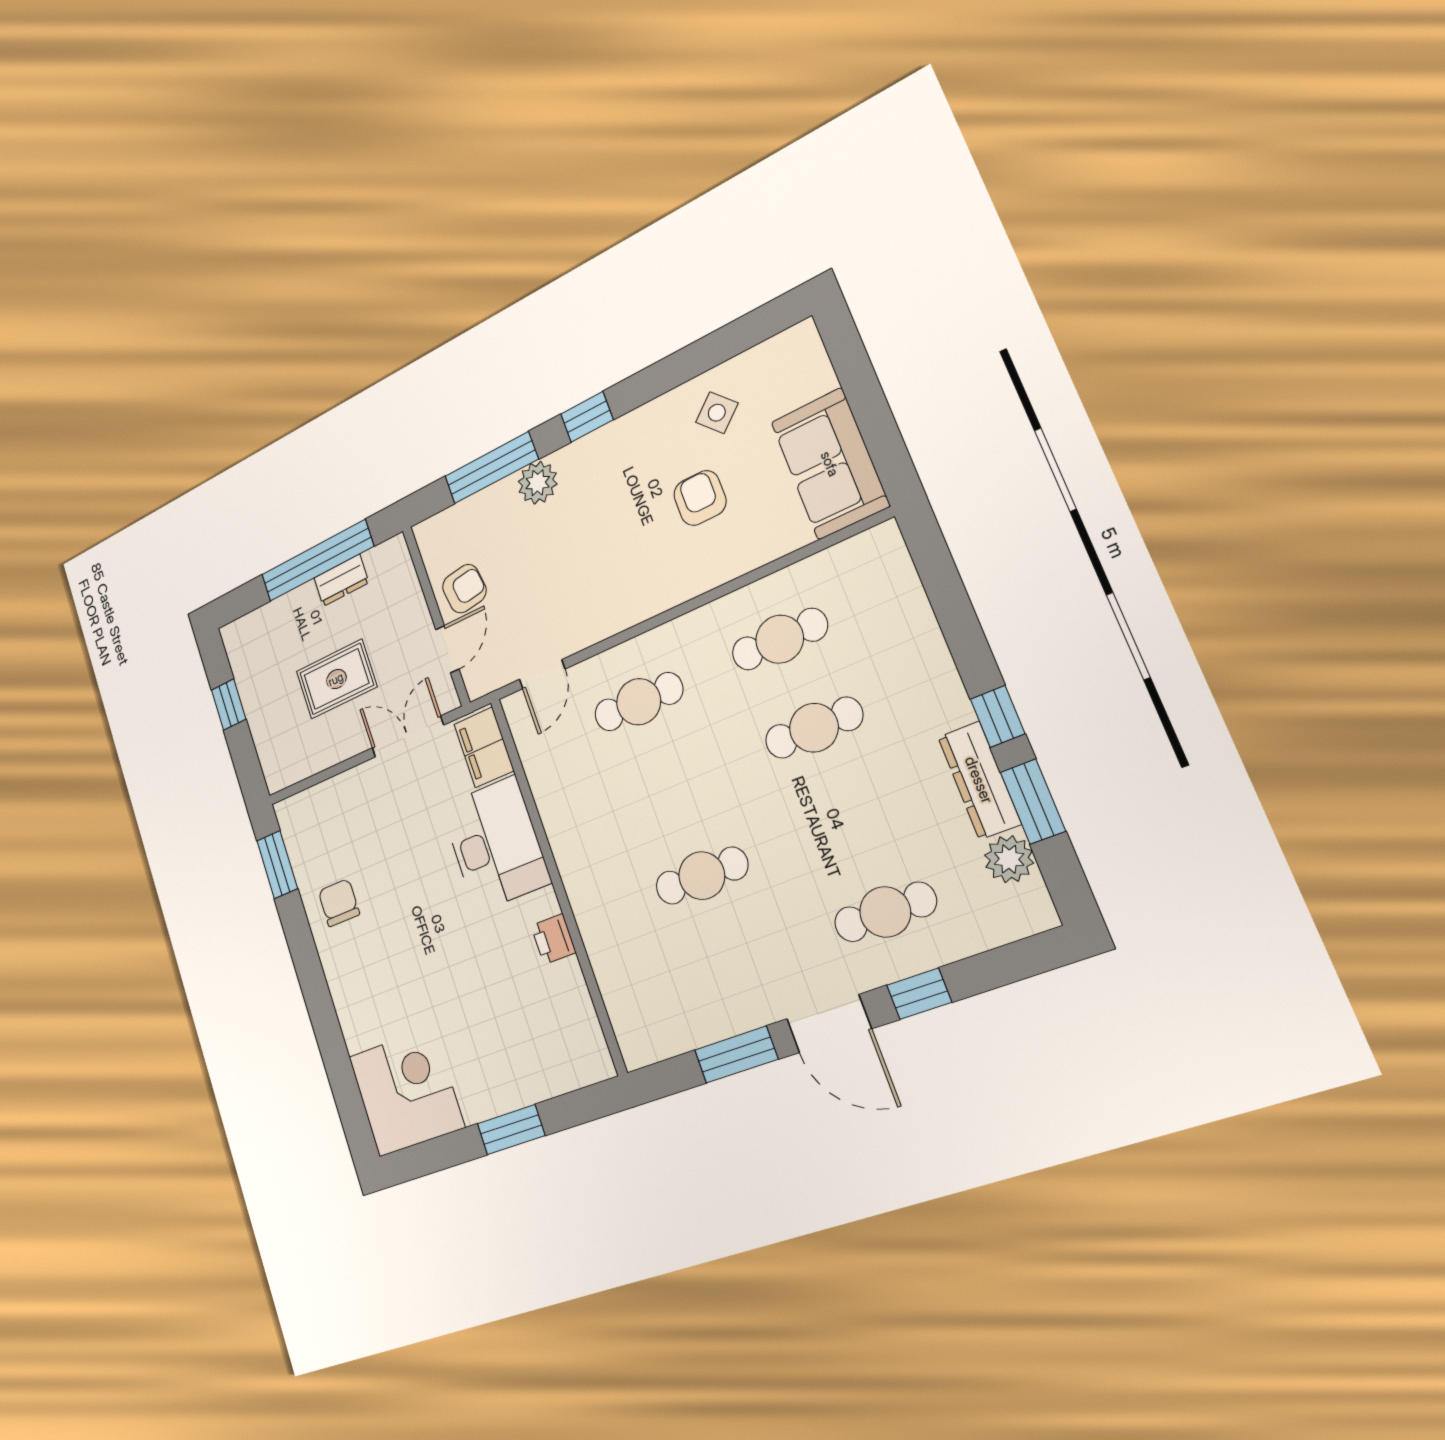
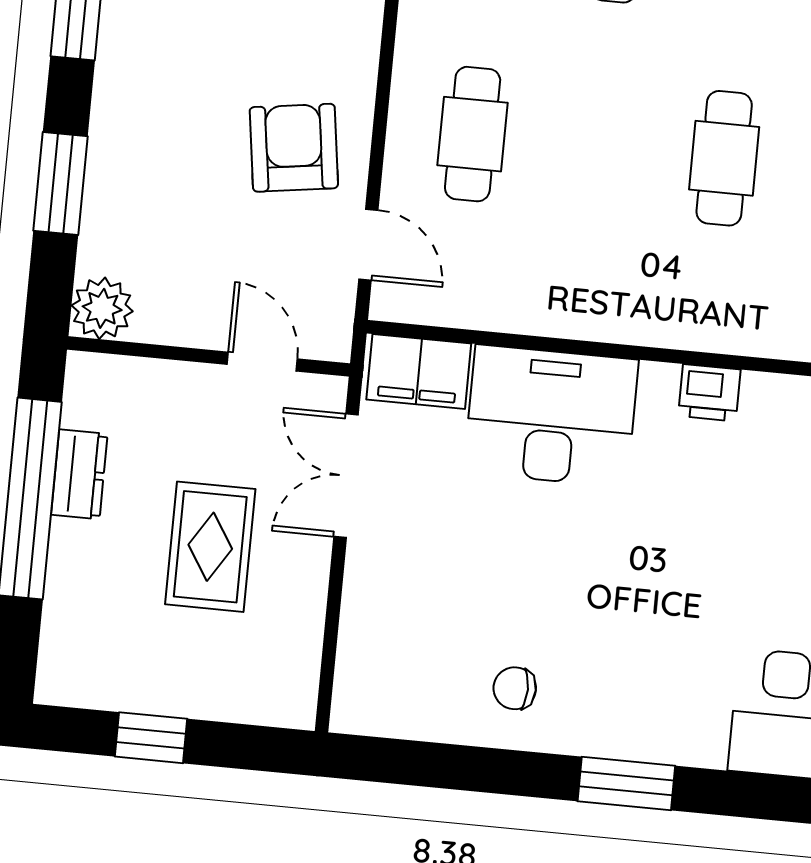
window: (491, 468) -> (60, 184), width x0.69
plant: (538, 483) -> (102, 308), moved
armchair: (464, 589) -> (294, 148), moved, width x1.38, depth x1.38
window: (277, 865) -> (626, 783), moved
chair: (339, 903) -> (515, 688), width x0.73, depth x0.73

